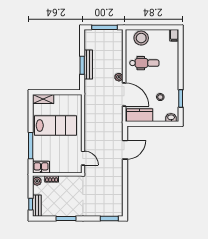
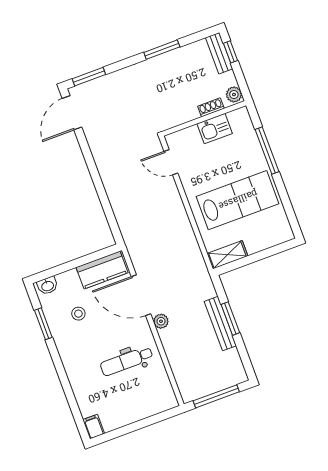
stool: (141, 38) -> (148, 401), removed
shelving: (43, 99) -> (227, 255), moved
lab bench: (56, 125) -> (238, 200), turned 180
door: (125, 150) -> (72, 113), moved
kitchen sink: (41, 167) -> (215, 129), moved

